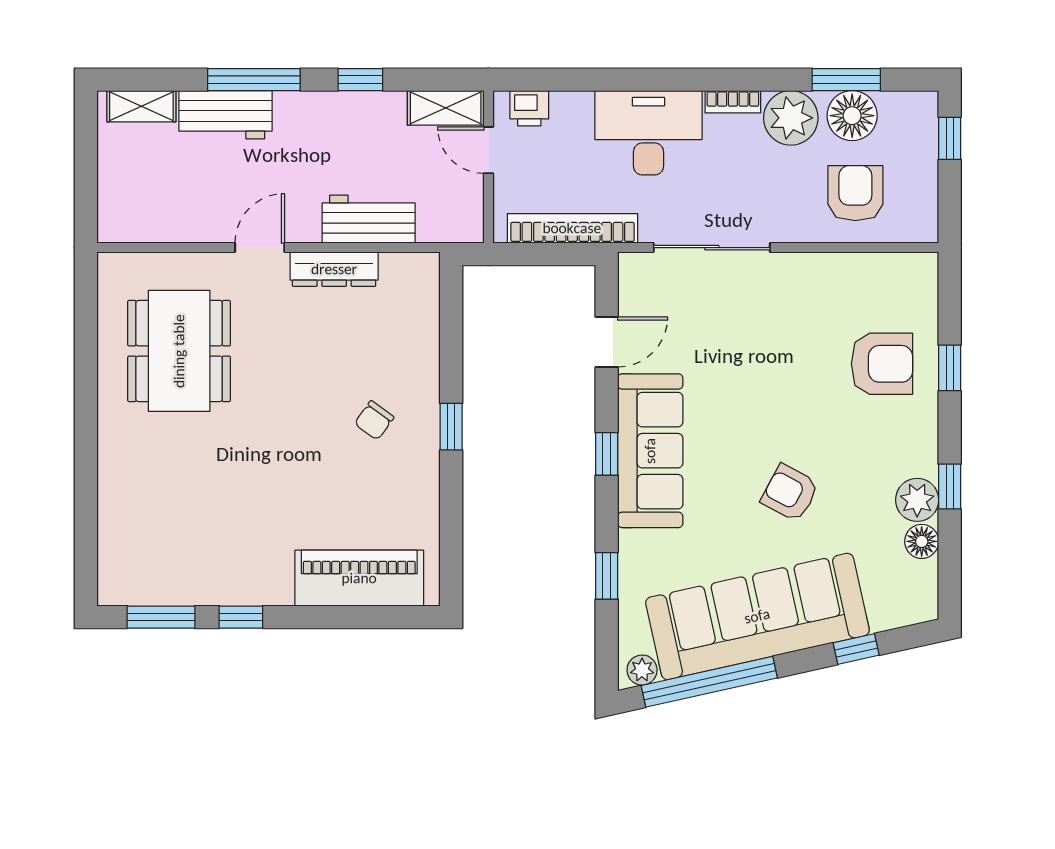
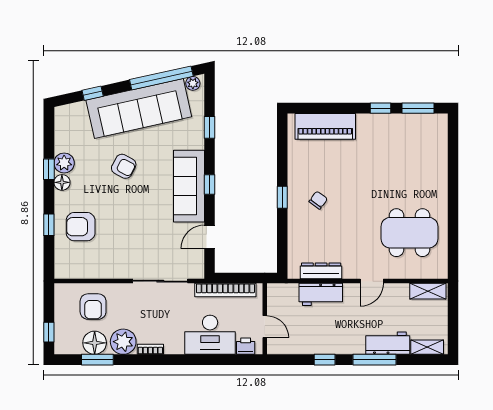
shelving: (446, 108) -> (428, 291), moved
desk: (649, 133) -> (210, 335), moved
dresser: (334, 269) -> (321, 271), moved
dining table: (179, 351) -> (409, 233), turned 90
floor lamp: (922, 541) -> (62, 182), moved

